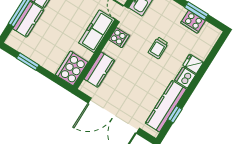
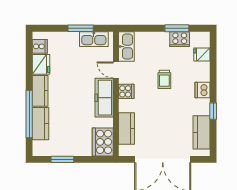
fridge: (193, 64) -> (202, 54), moved
kitchen counter: (166, 106) -> (201, 132), width x0.67
window: (175, 114) -> (213, 111), moved

